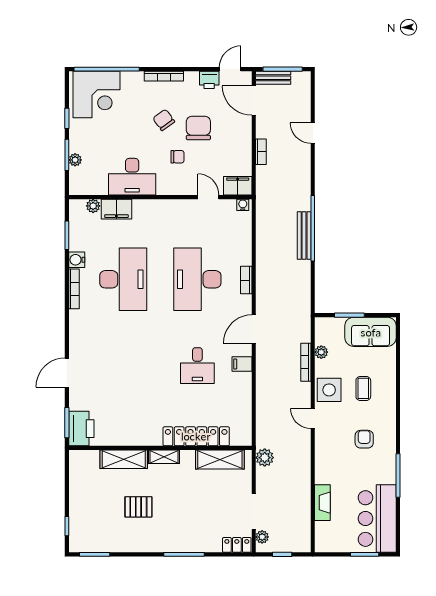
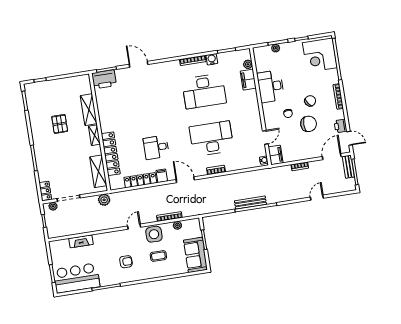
locker: (243, 398) -> (140, 180), added

